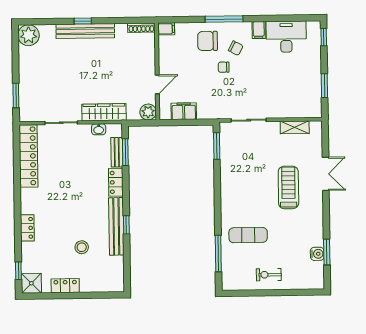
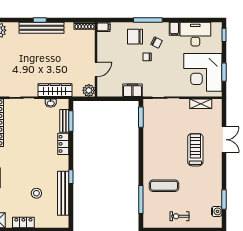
corner desk: (297, 86) -> (203, 72), added
filing cabinet: (184, 111) -> (132, 90), moved
bench: (116, 226) -> (63, 193), moved
water cooler: (317, 254) -> (217, 211), moved

